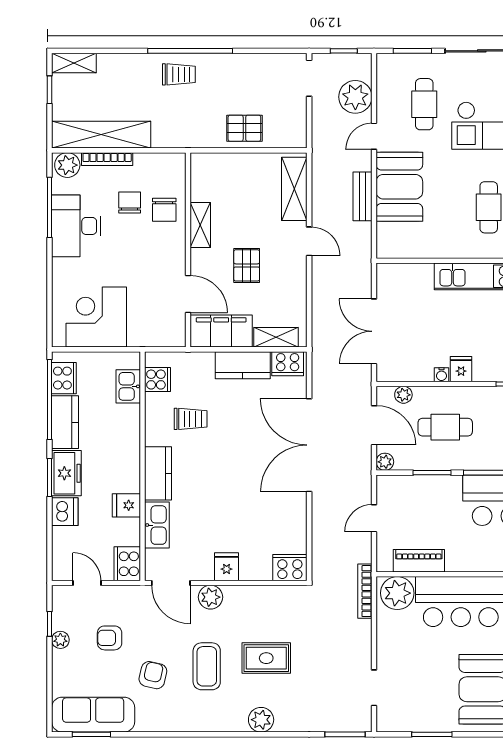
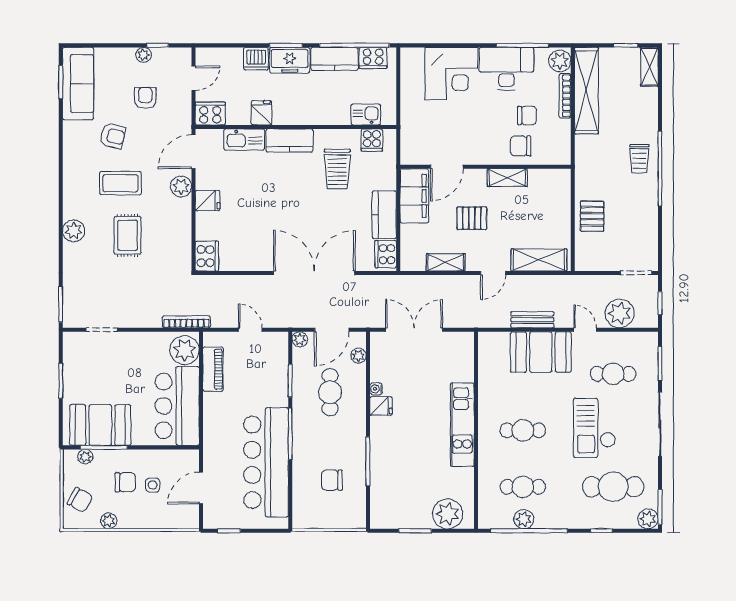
corner desk: (96, 317) -> (451, 74), moved, turned 90
shelving: (276, 337) -> (446, 262), moved, turned 90
trolley: (191, 419) -> (337, 169), width x1.36, depth x1.39

